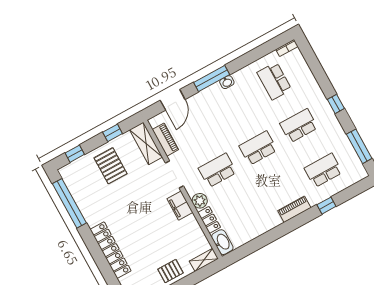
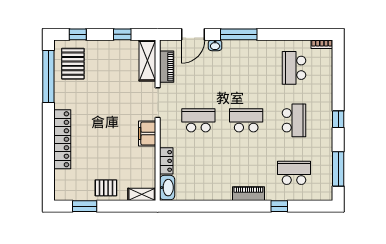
washbasin: (227, 82) -> (215, 45), moved
school desk: (299, 126) -> (294, 120), turned 90
pallet: (111, 166) -> (73, 64), moved
plant: (200, 201) -> (167, 139), removed

